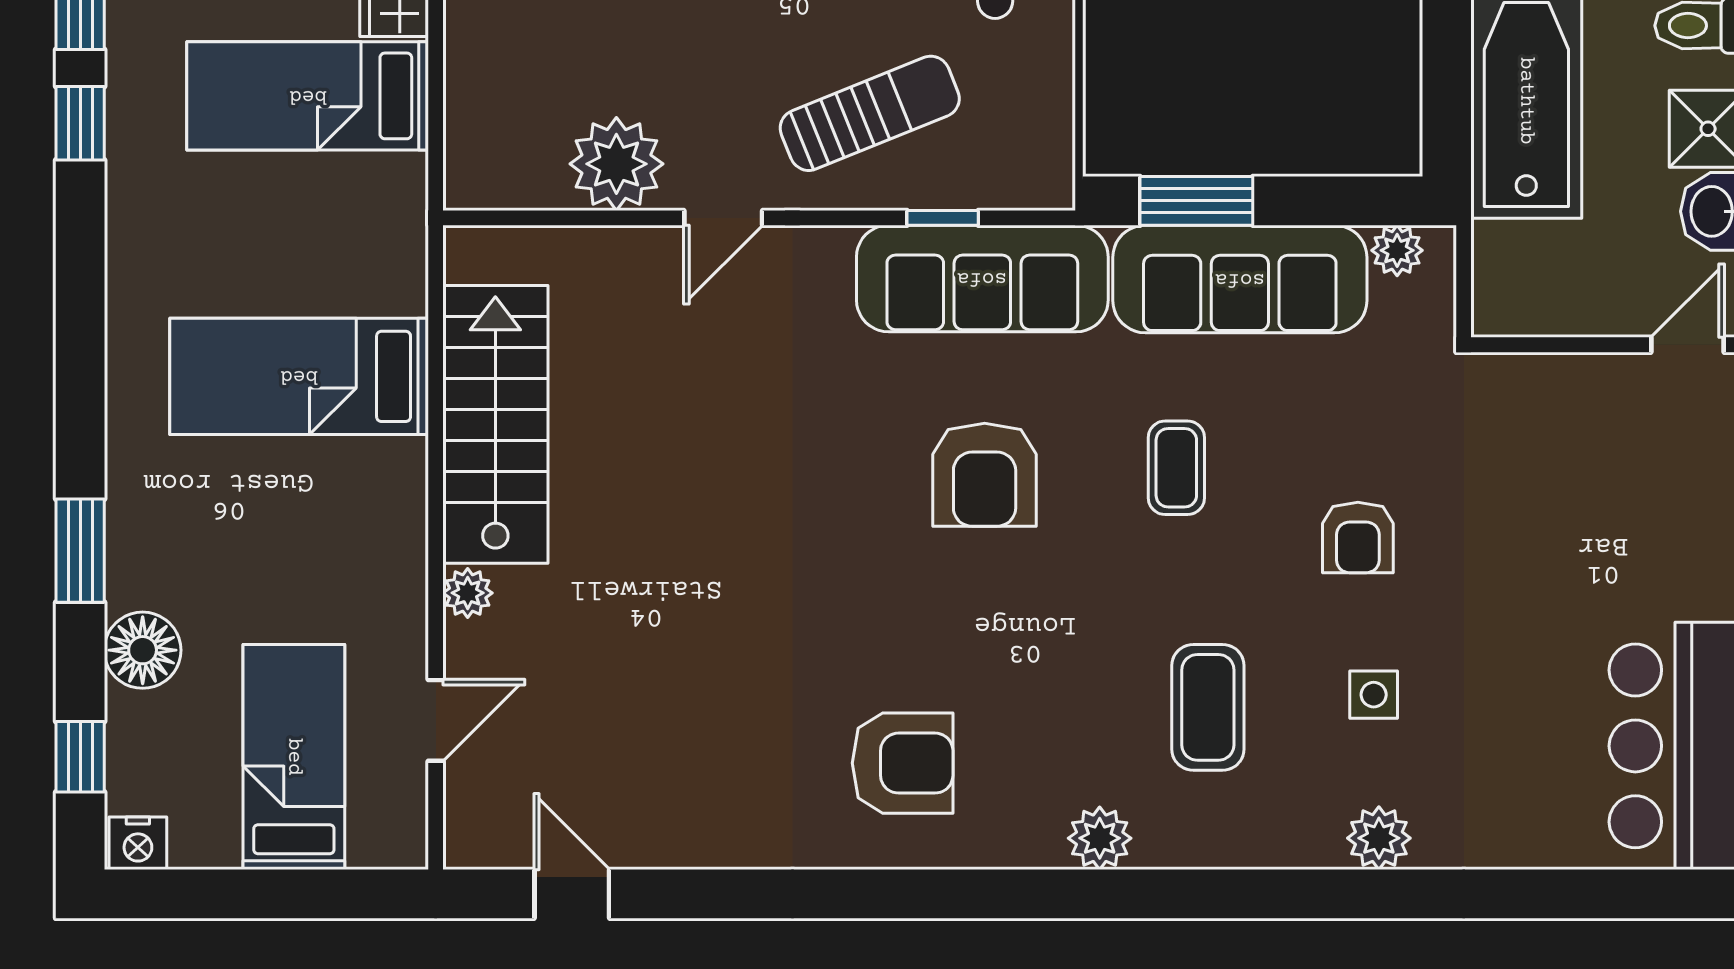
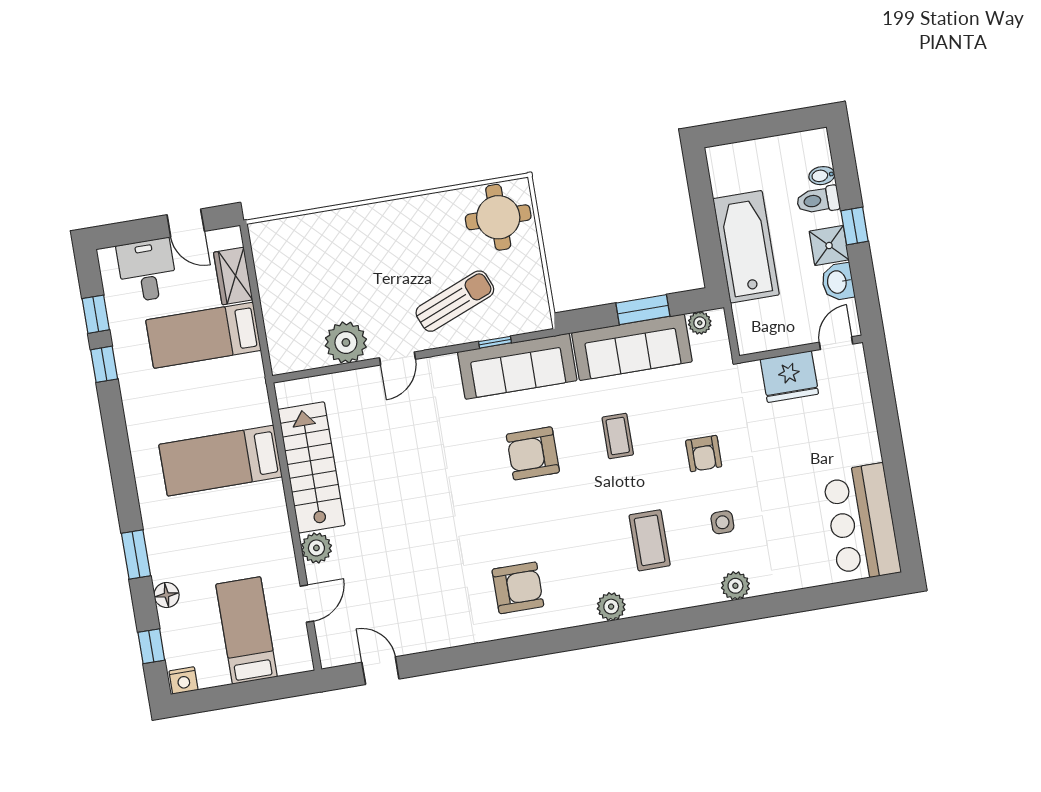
window: (1196, 201) -> (643, 310), moved
fridge: (1573, 401) -> (789, 377), added
armchair: (985, 475) -> (533, 453), turned 90
plant: (468, 593) -> (316, 548), width x1.38, depth x1.38
floor lamp: (143, 650) -> (167, 595), width x0.73, depth x0.73

